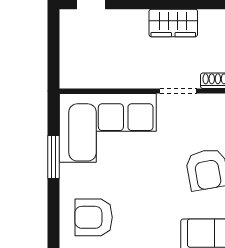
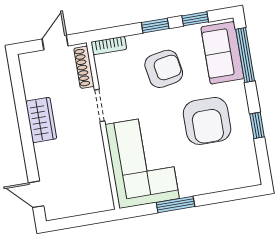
armchair: (94, 217) -> (207, 121), moved, width x1.36, depth x1.36

